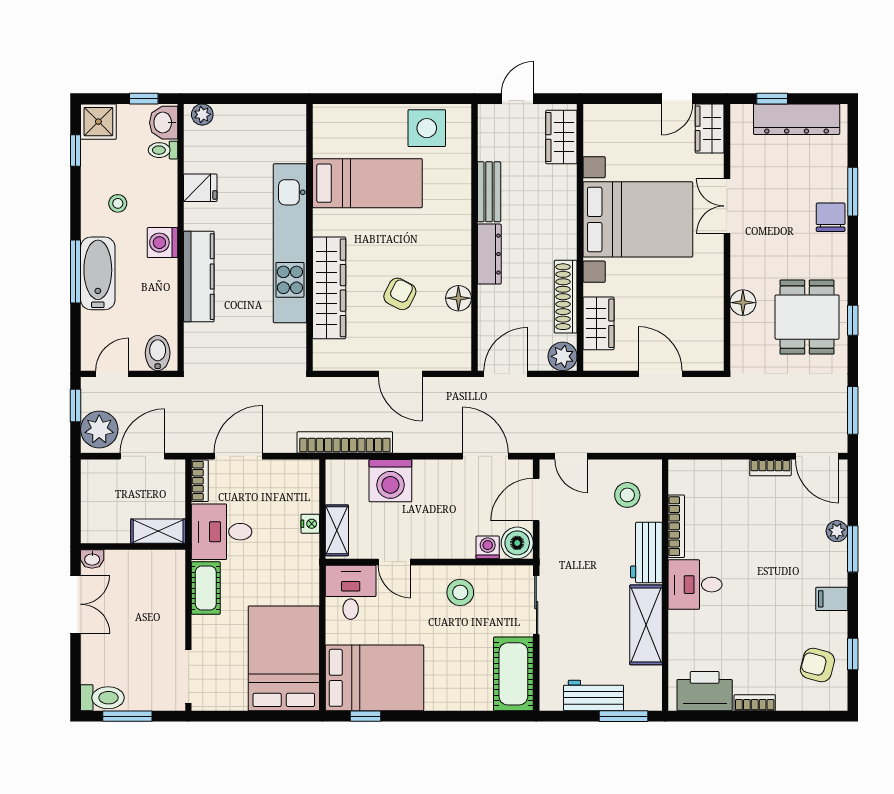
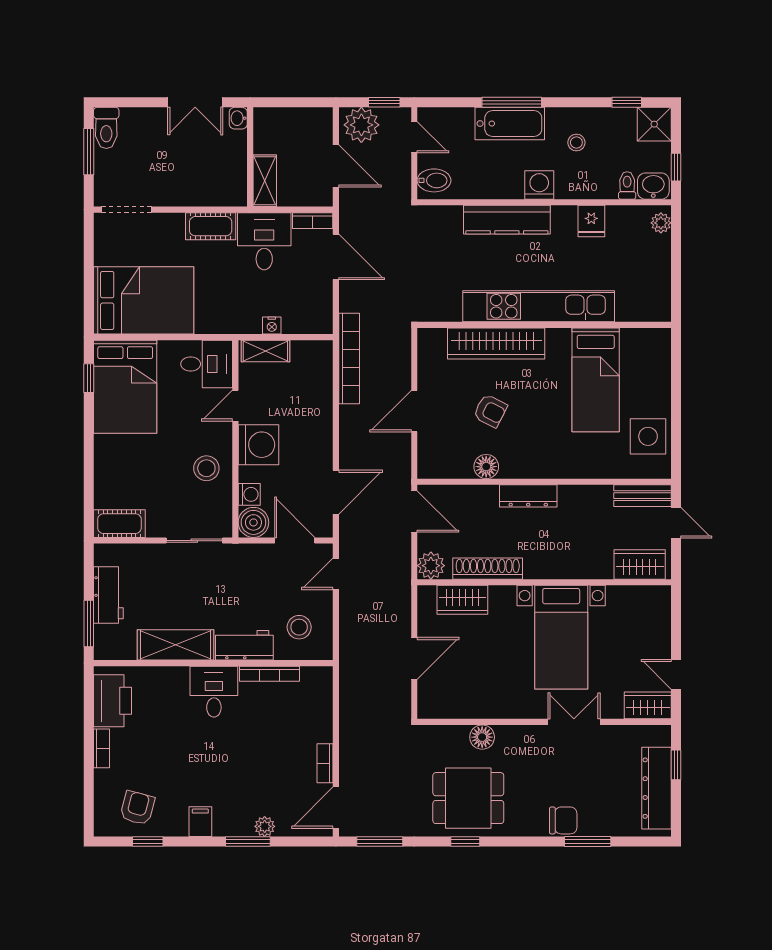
bench: (489, 192) -> (642, 496), moved
bed with nightstands: (638, 219) -> (561, 637), width x0.73
washing machine: (390, 481) -> (258, 445), moved, turned 180
cot: (513, 674) -> (119, 524), width x0.73, depth x0.75

